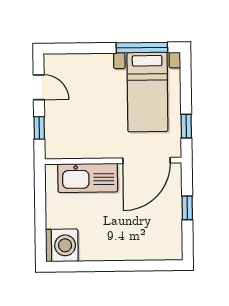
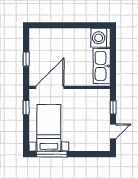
door: (39, 87) -> (113, 131), swing flipped
kitchen sink: (88, 178) -> (102, 66), moved, turned -90

